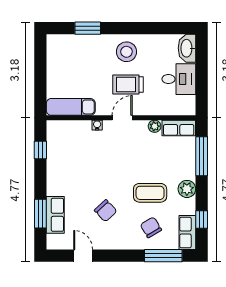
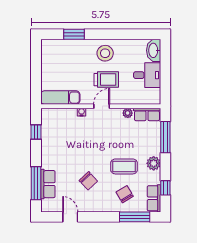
trolley: (128, 84) -> (106, 80), turned 180
window: (40, 214) -> (36, 183), width x1.44

